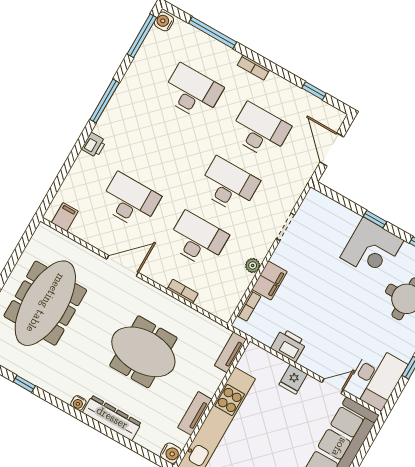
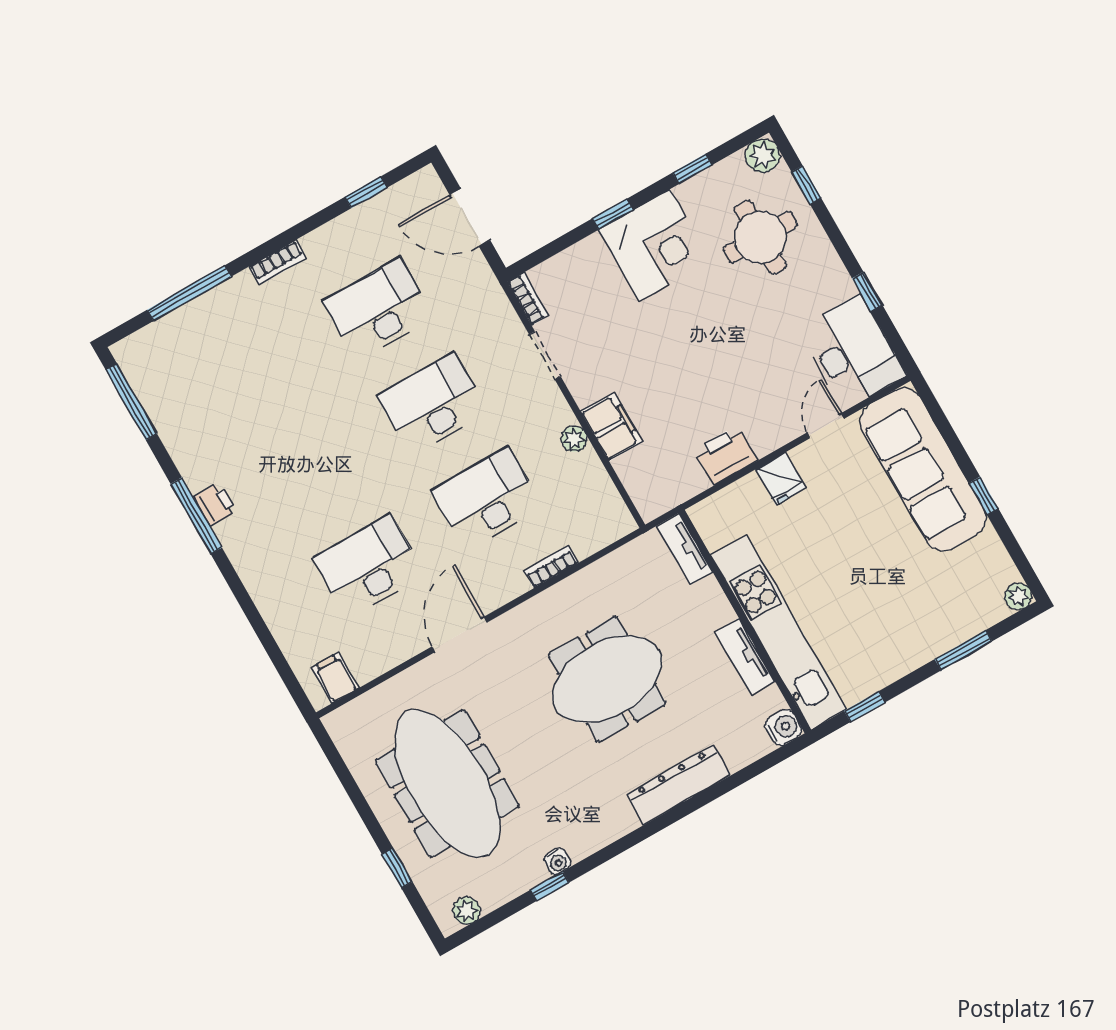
water cooler: (164, 21) -> (129, 356), removed
desk: (192, 92) -> (261, 376), removed
printer: (94, 145) -> (215, 504), moved
bookcase: (249, 306) -> (528, 299), moved
water cooler: (78, 403) -> (557, 861), moved

